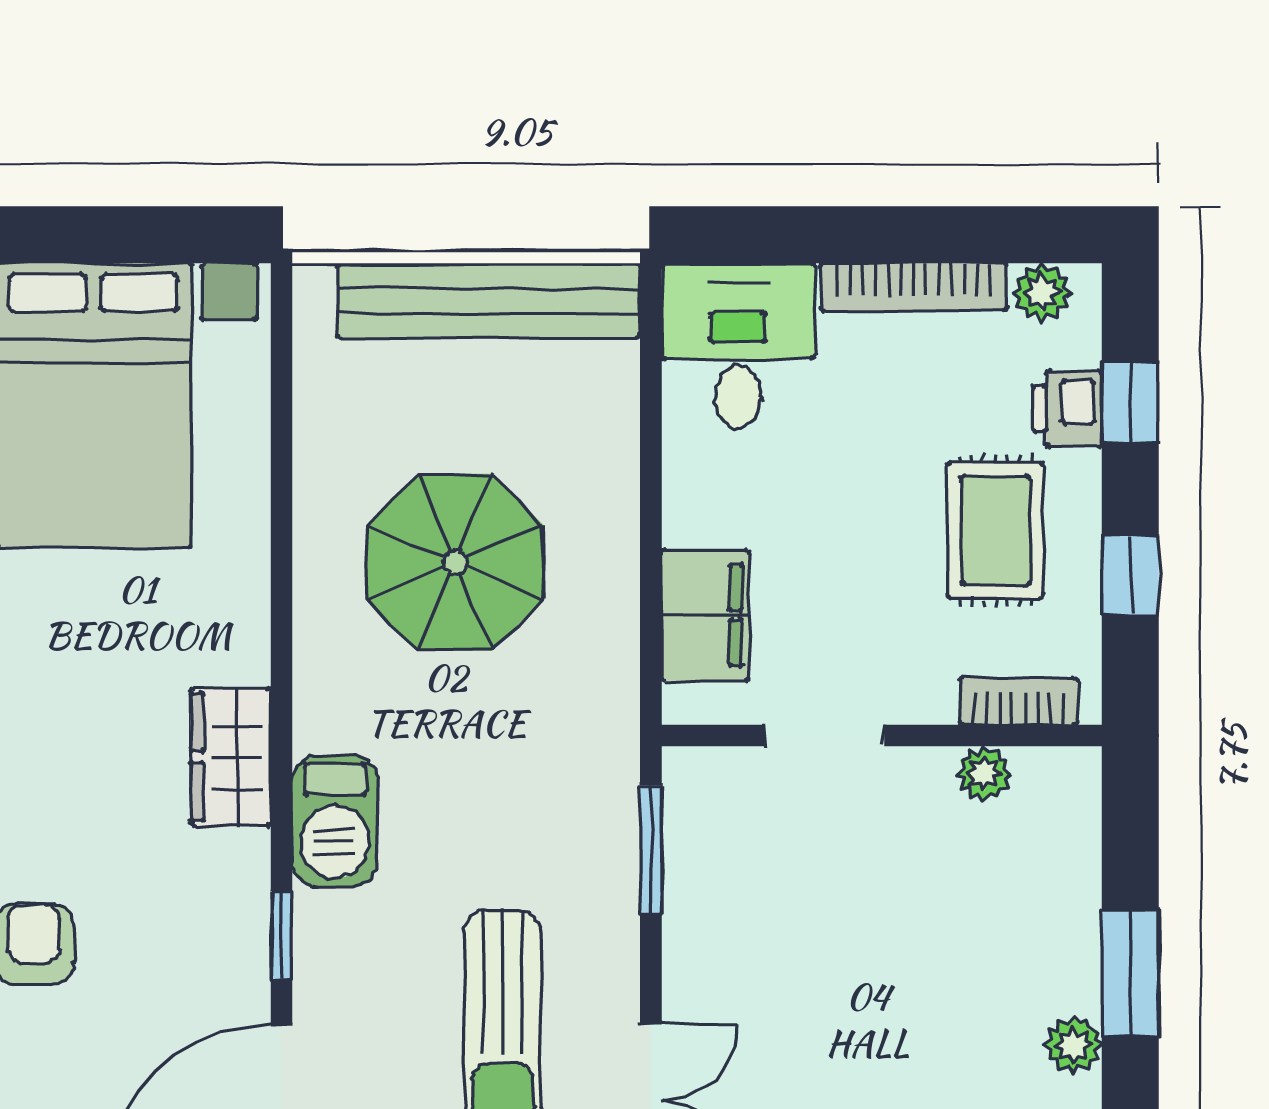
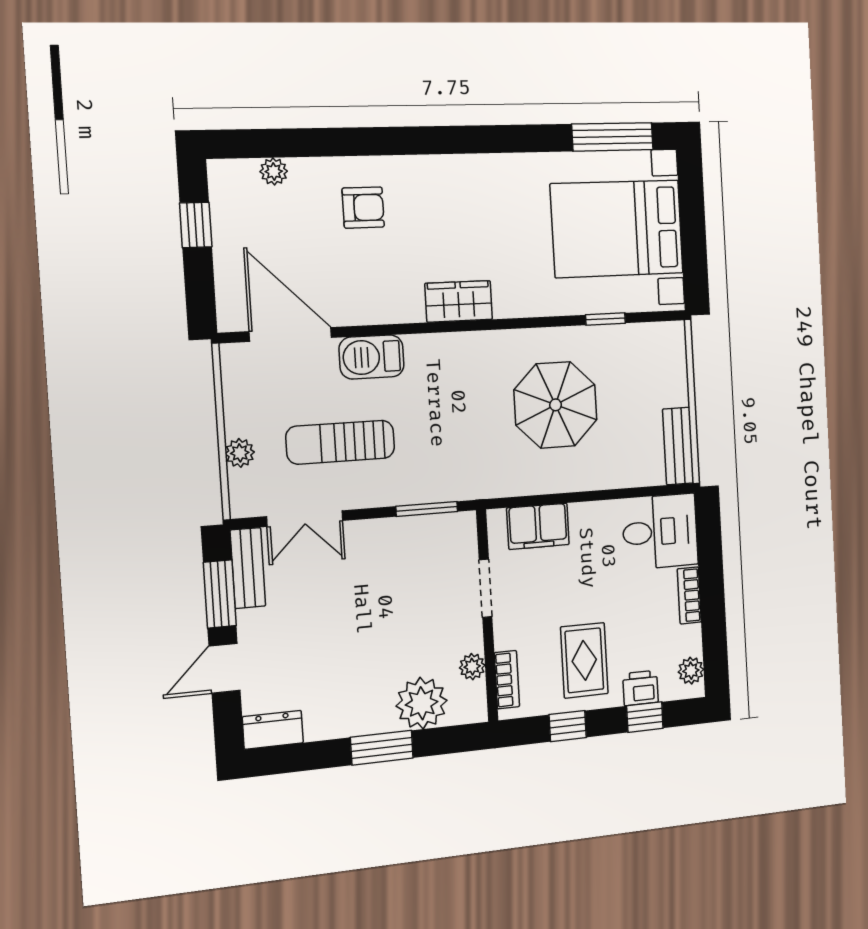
bookcase: (914, 287) -> (689, 595), width x0.64
bench: (489, 301) -> (678, 446), width x0.54, depth x0.82
rug: (996, 530) -> (584, 660), turned 90
barbecue: (335, 821) -> (372, 357), moved
window: (281, 936) -> (605, 319), moved
plant: (1073, 1045) -> (422, 703), moved, width x1.88, depth x1.88

